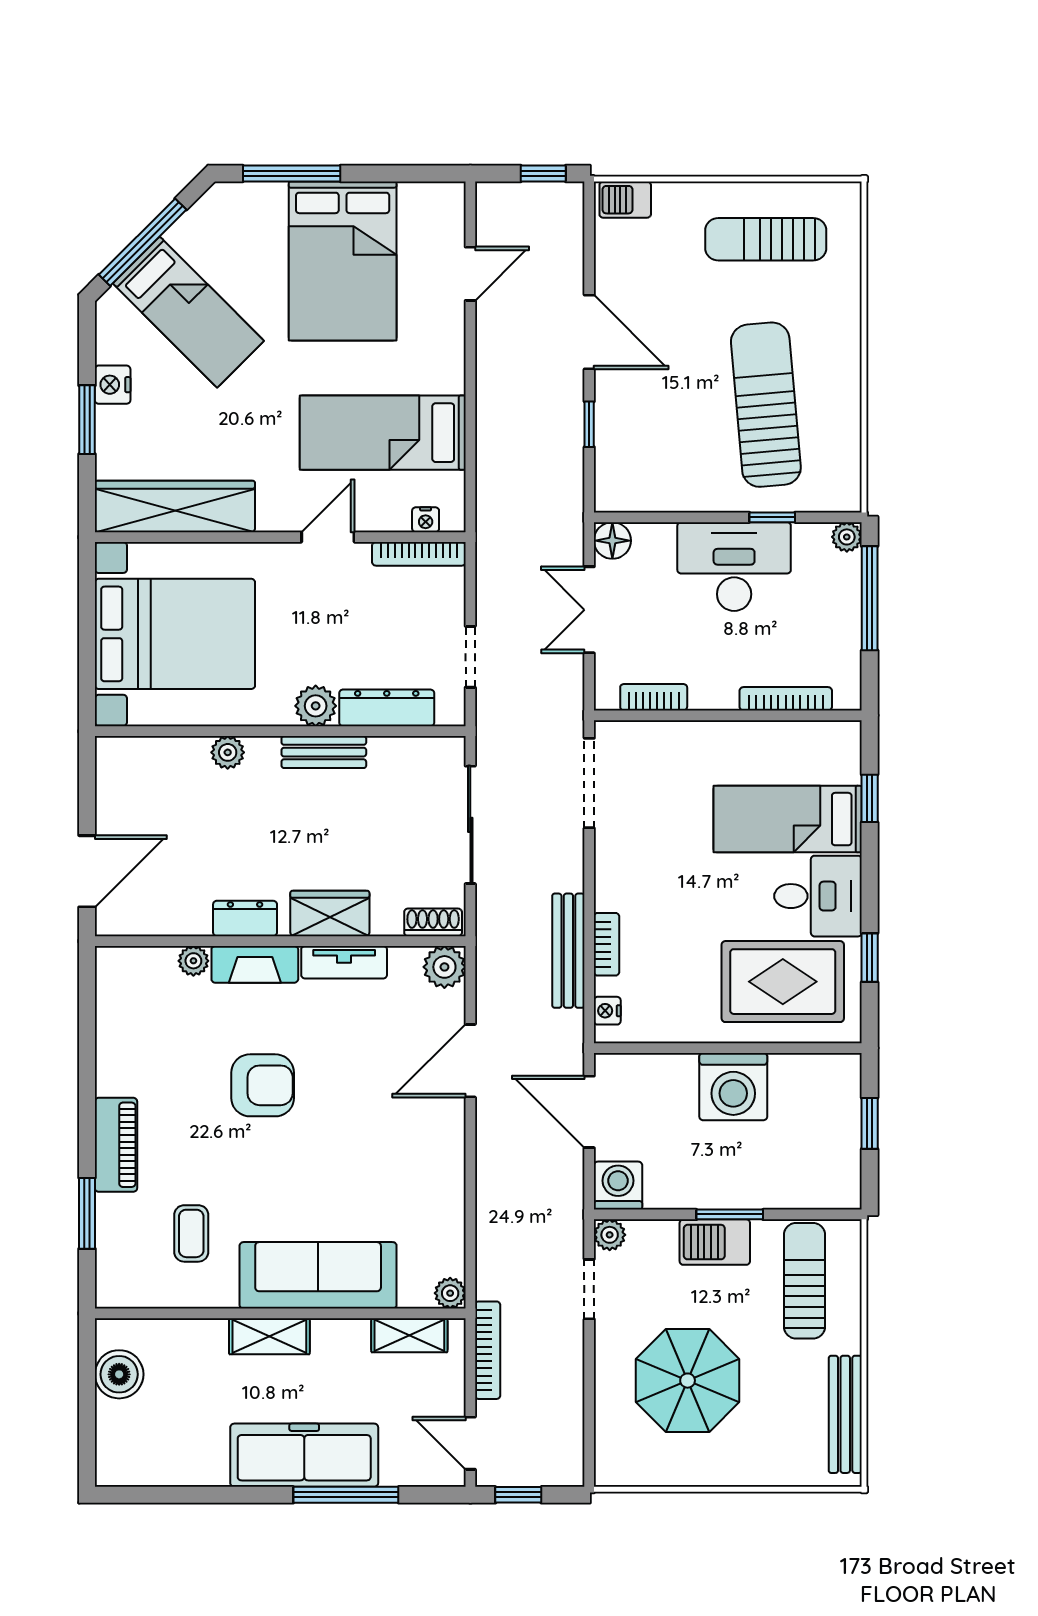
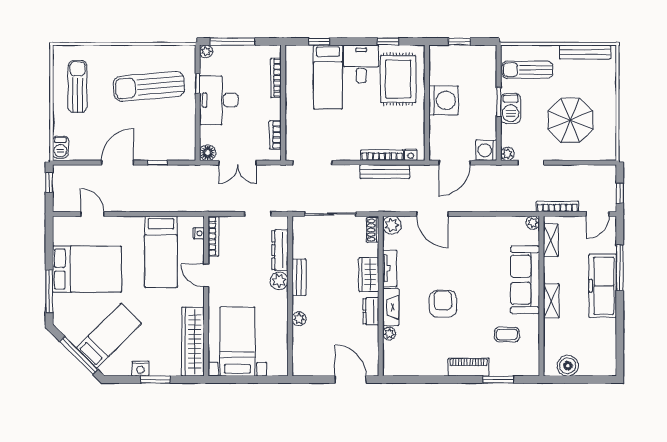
sun lounger: (766, 239) -> (78, 86), turned 180
bed with nightstands: (175, 634) -> (237, 342), width x0.73
bookcase: (607, 944) -> (382, 155), width x1.56

